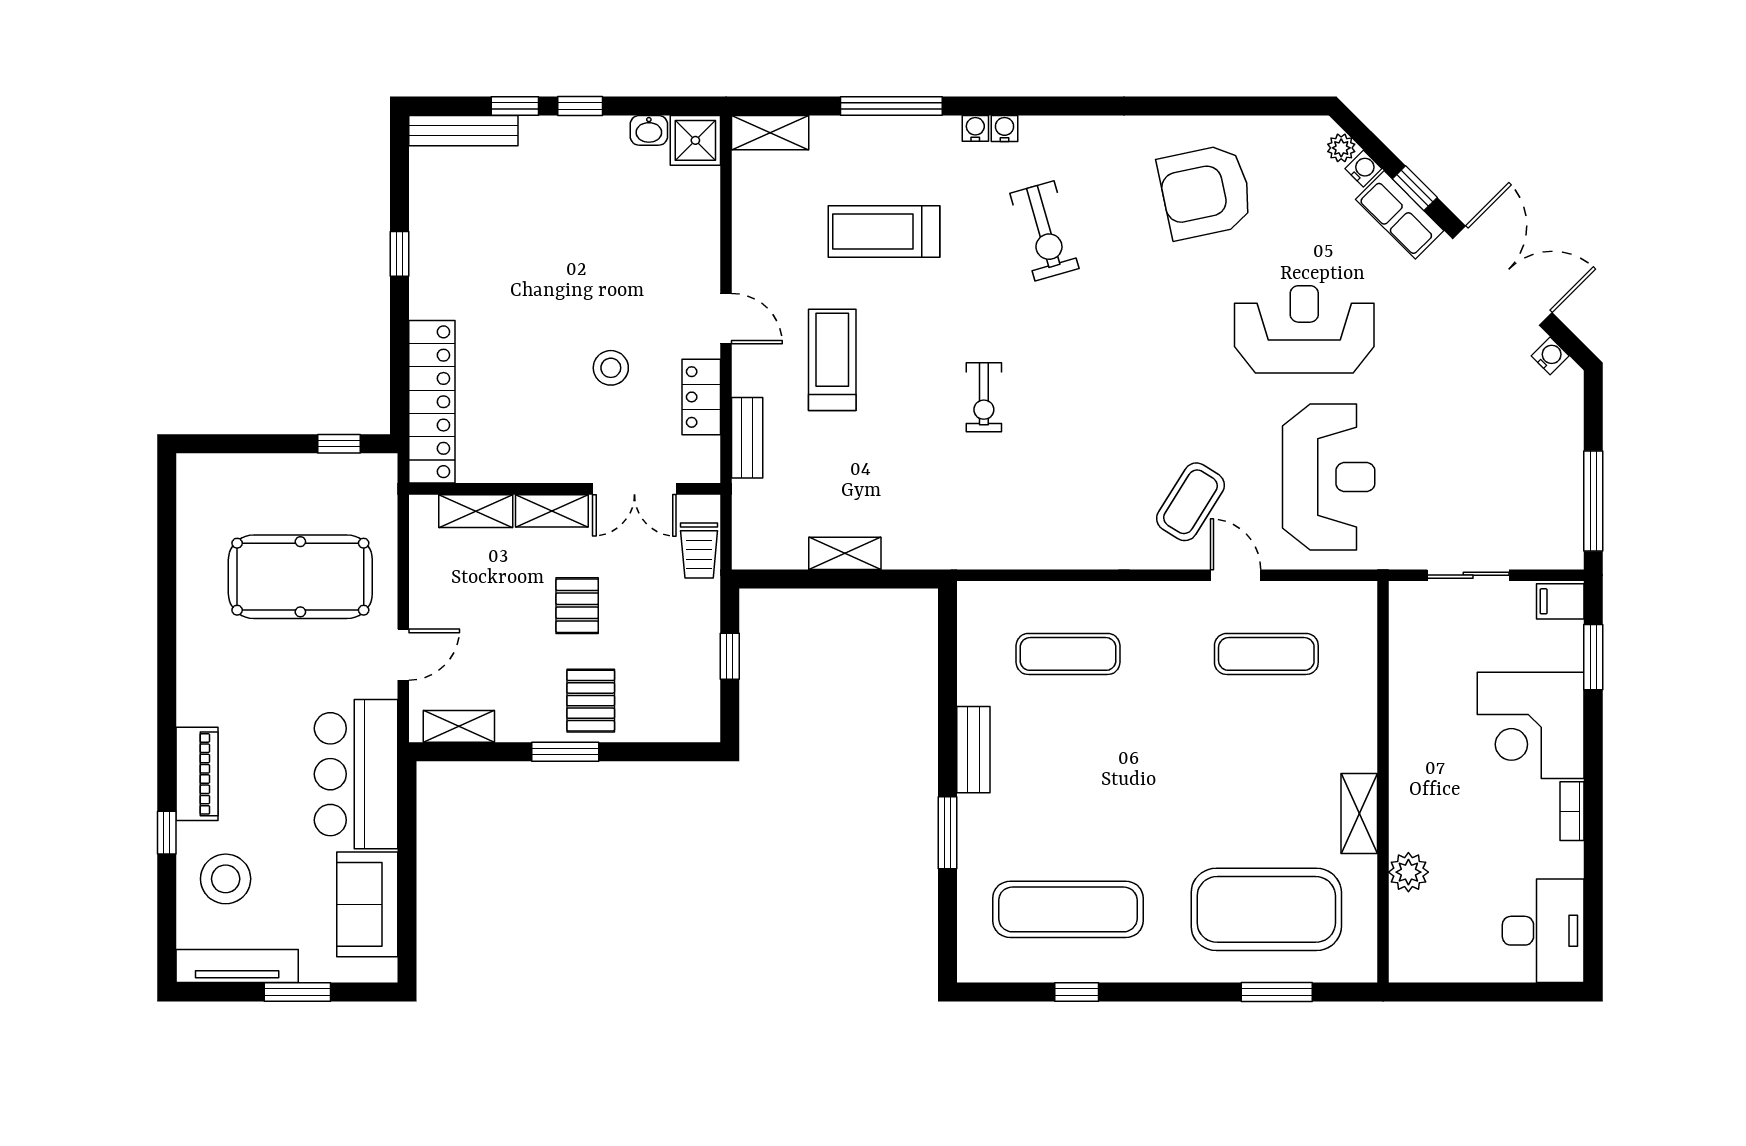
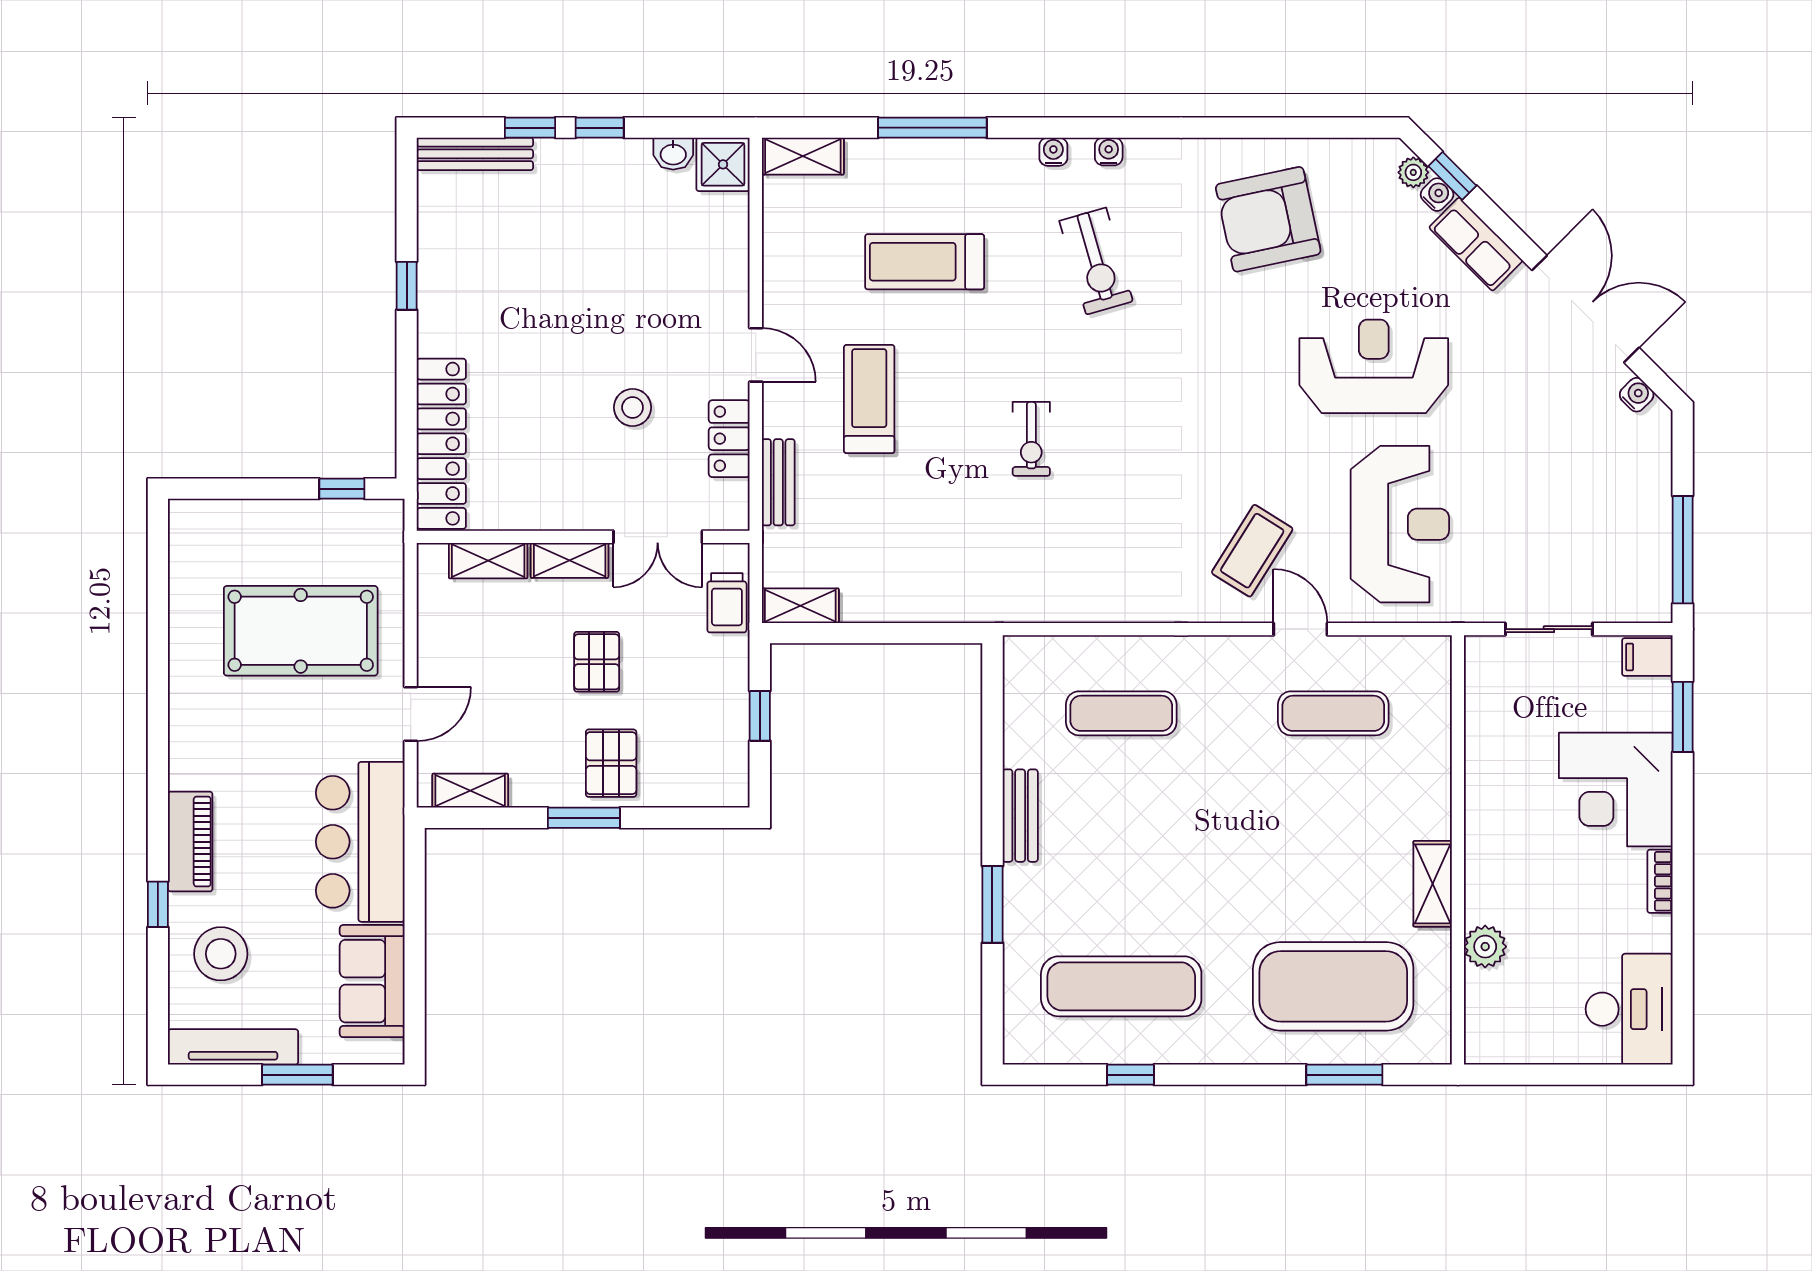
water cooler: (975, 128) -> (1109, 151), moved
window: (1415, 188) -> (1452, 176), moved
shelving: (845, 553) -> (800, 606), moved

